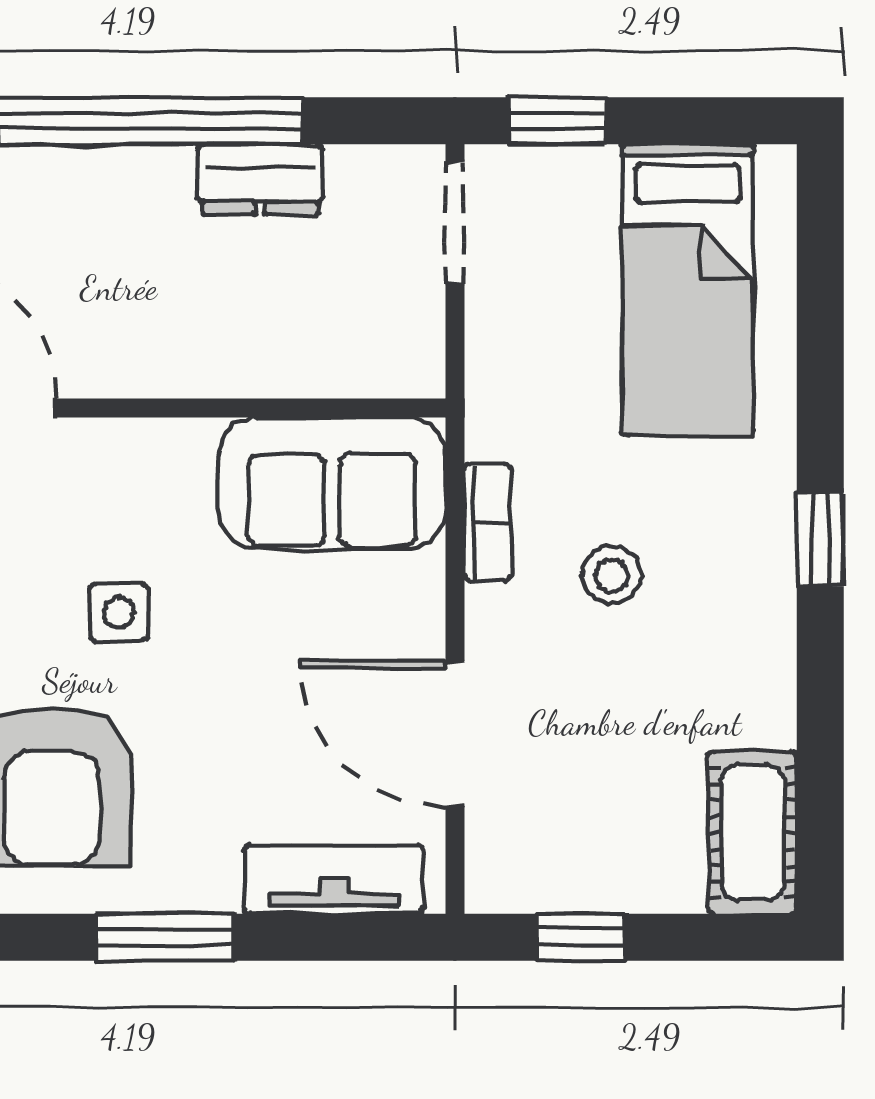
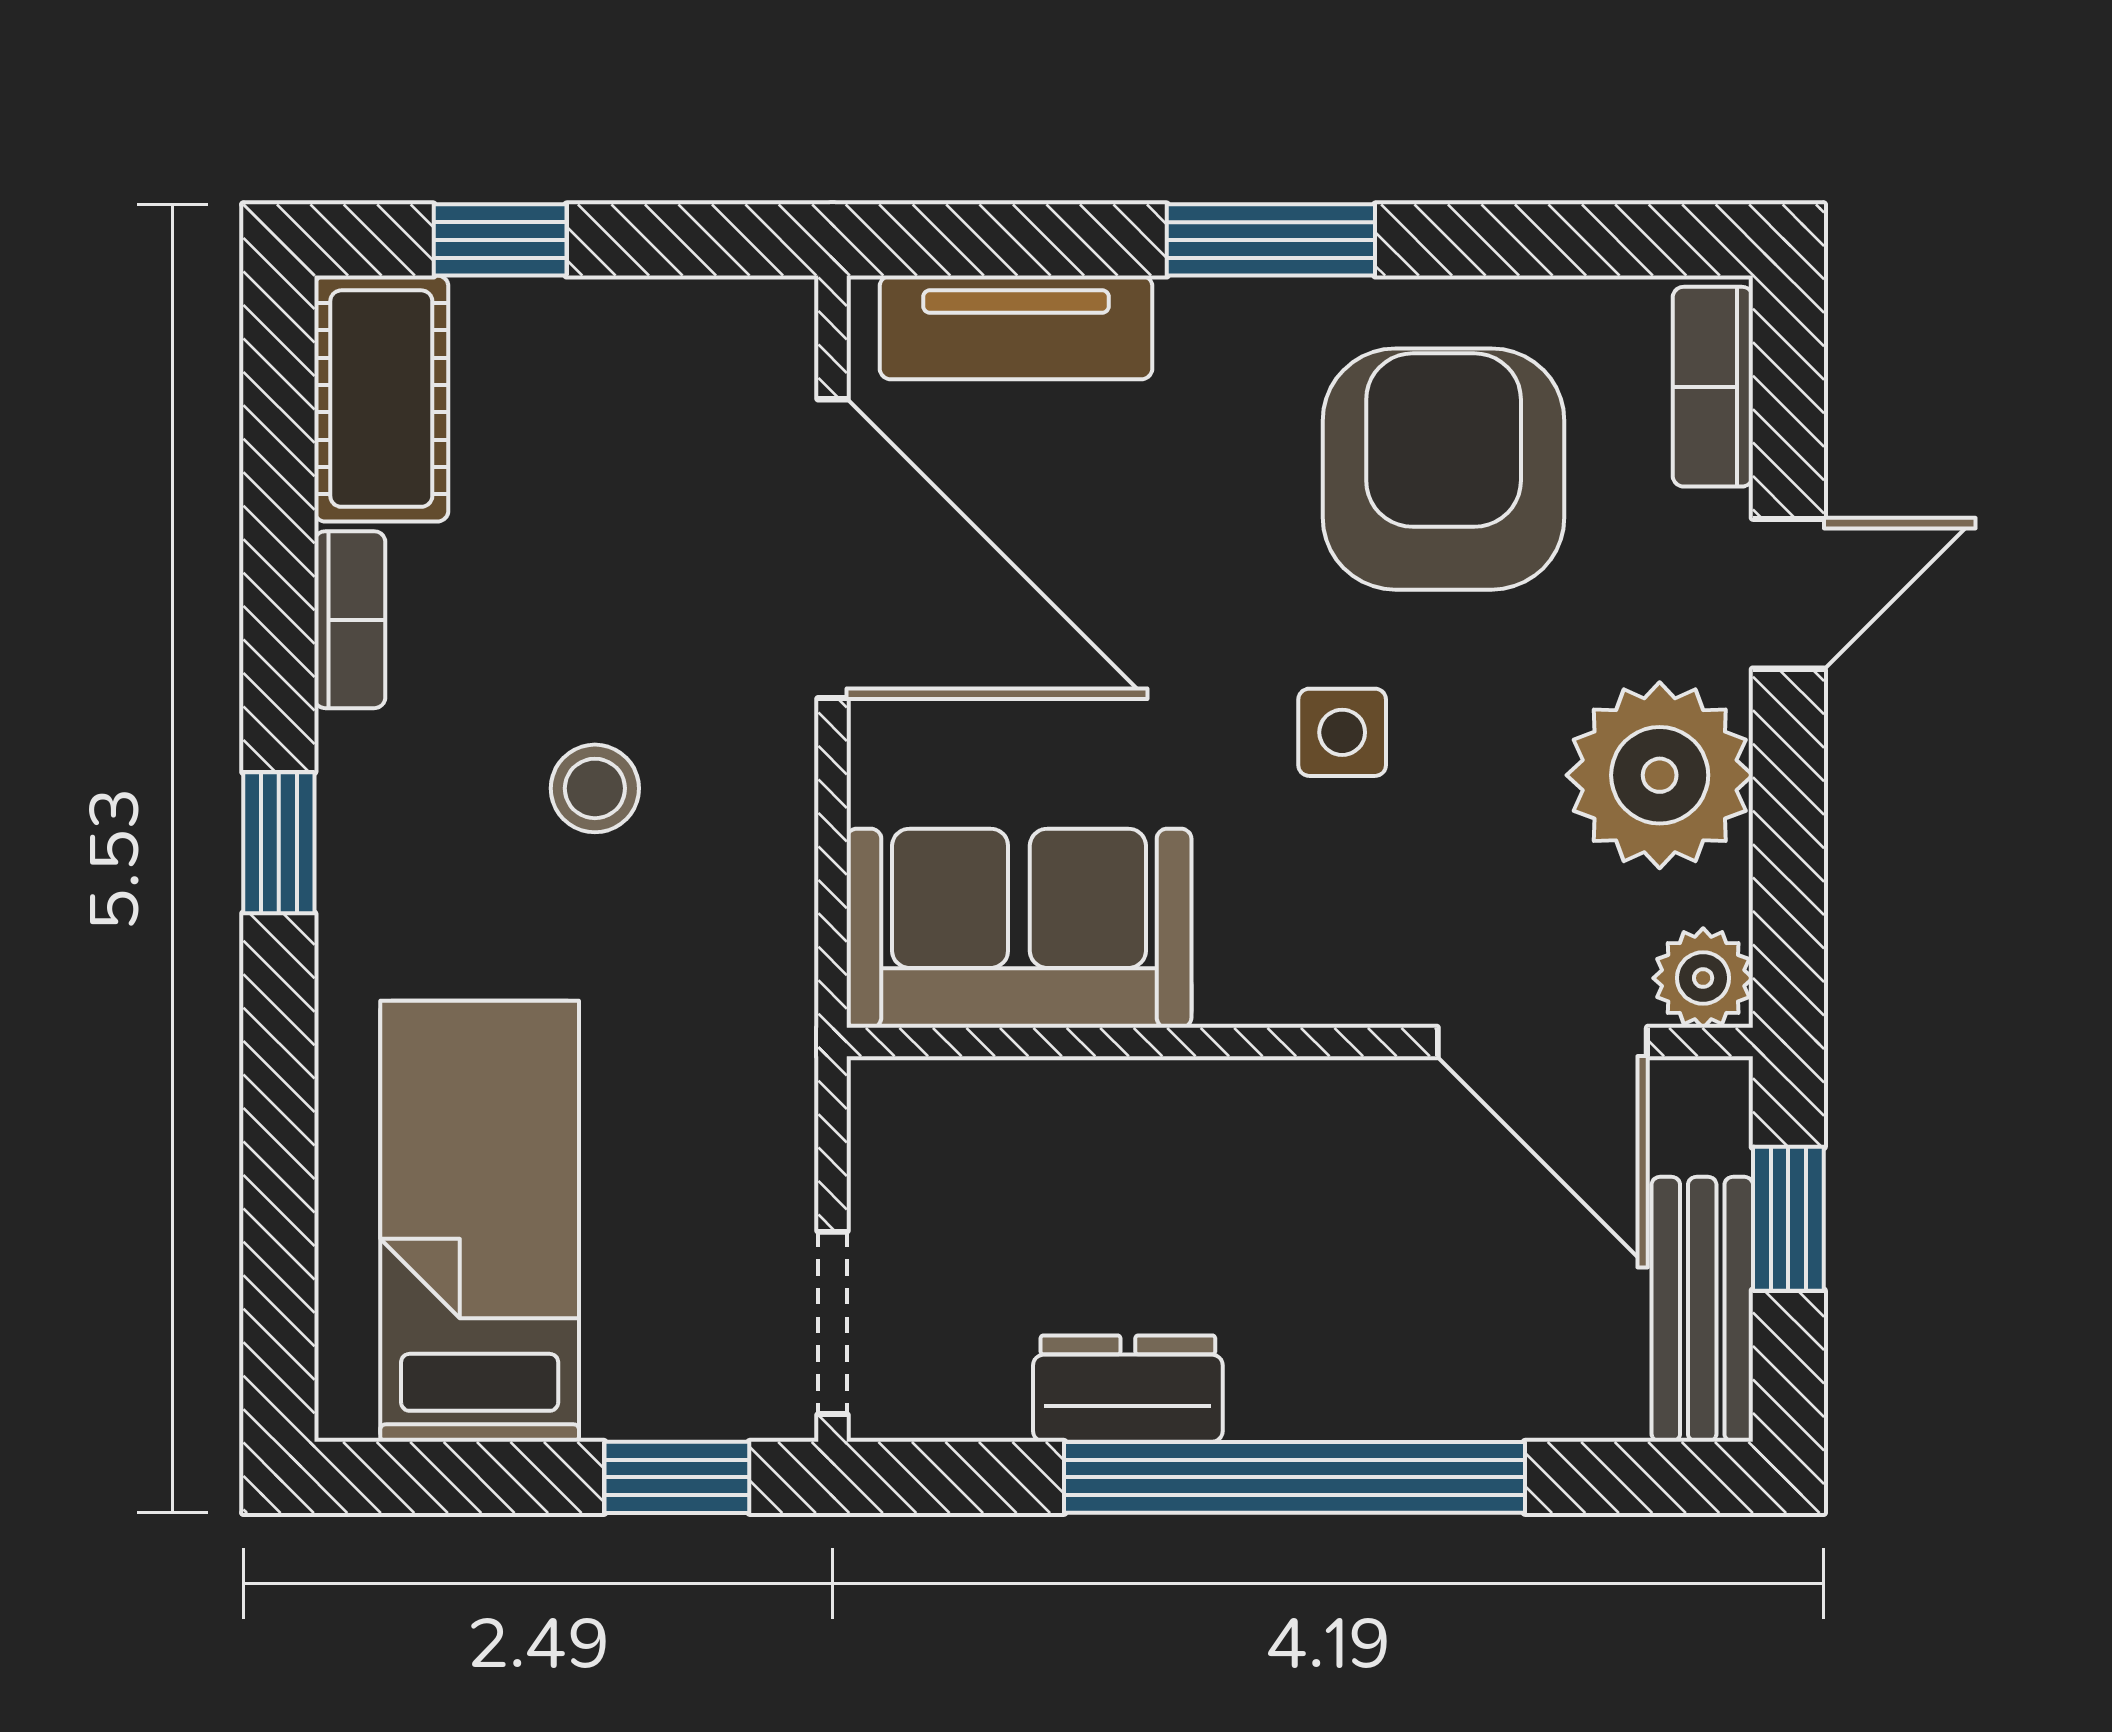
bookcase: (488, 522) -> (350, 620), moved, turned 180
door: (455, 733) -> (832, 549), width x1.36
window: (581, 937) -> (500, 240), moved

